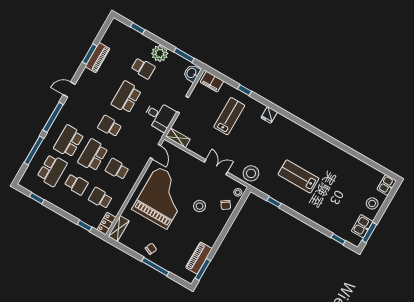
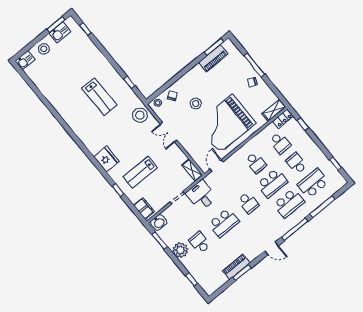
fridge: (269, 115) -> (106, 159), width x1.88, depth x1.34

